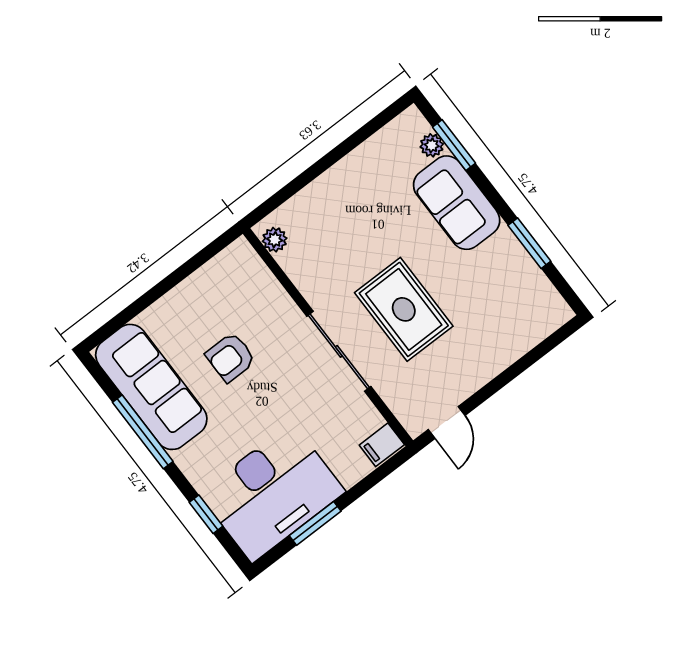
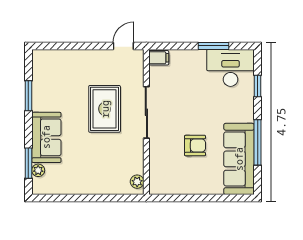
desk: (272, 493) -> (231, 68), width x0.73, depth x0.77

